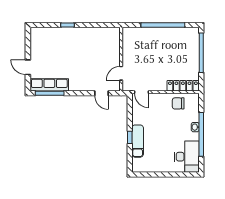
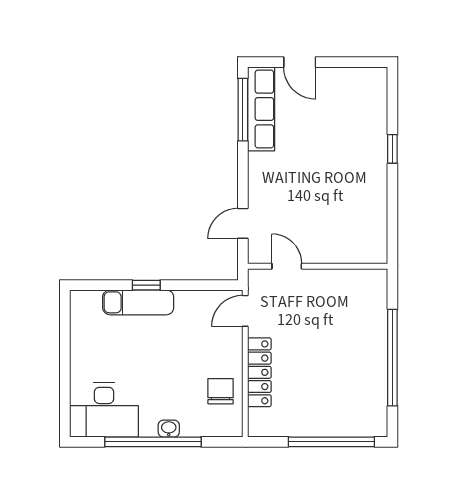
door: (28, 67) -> (300, 62), swing flipped
locker: (183, 86) -> (259, 372), moved

